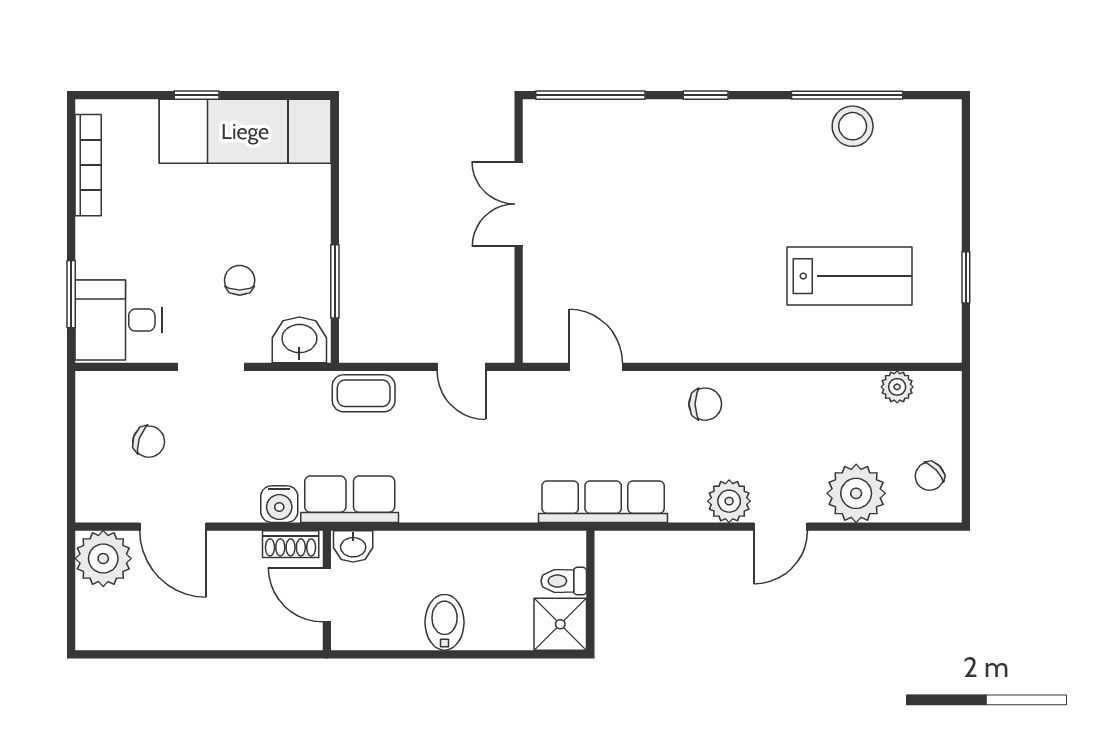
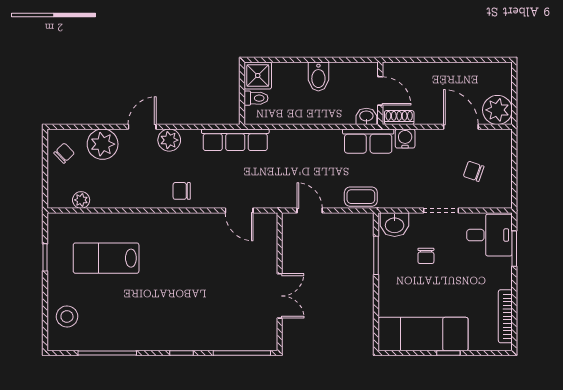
stool: (853, 126) -> (67, 316), moved

